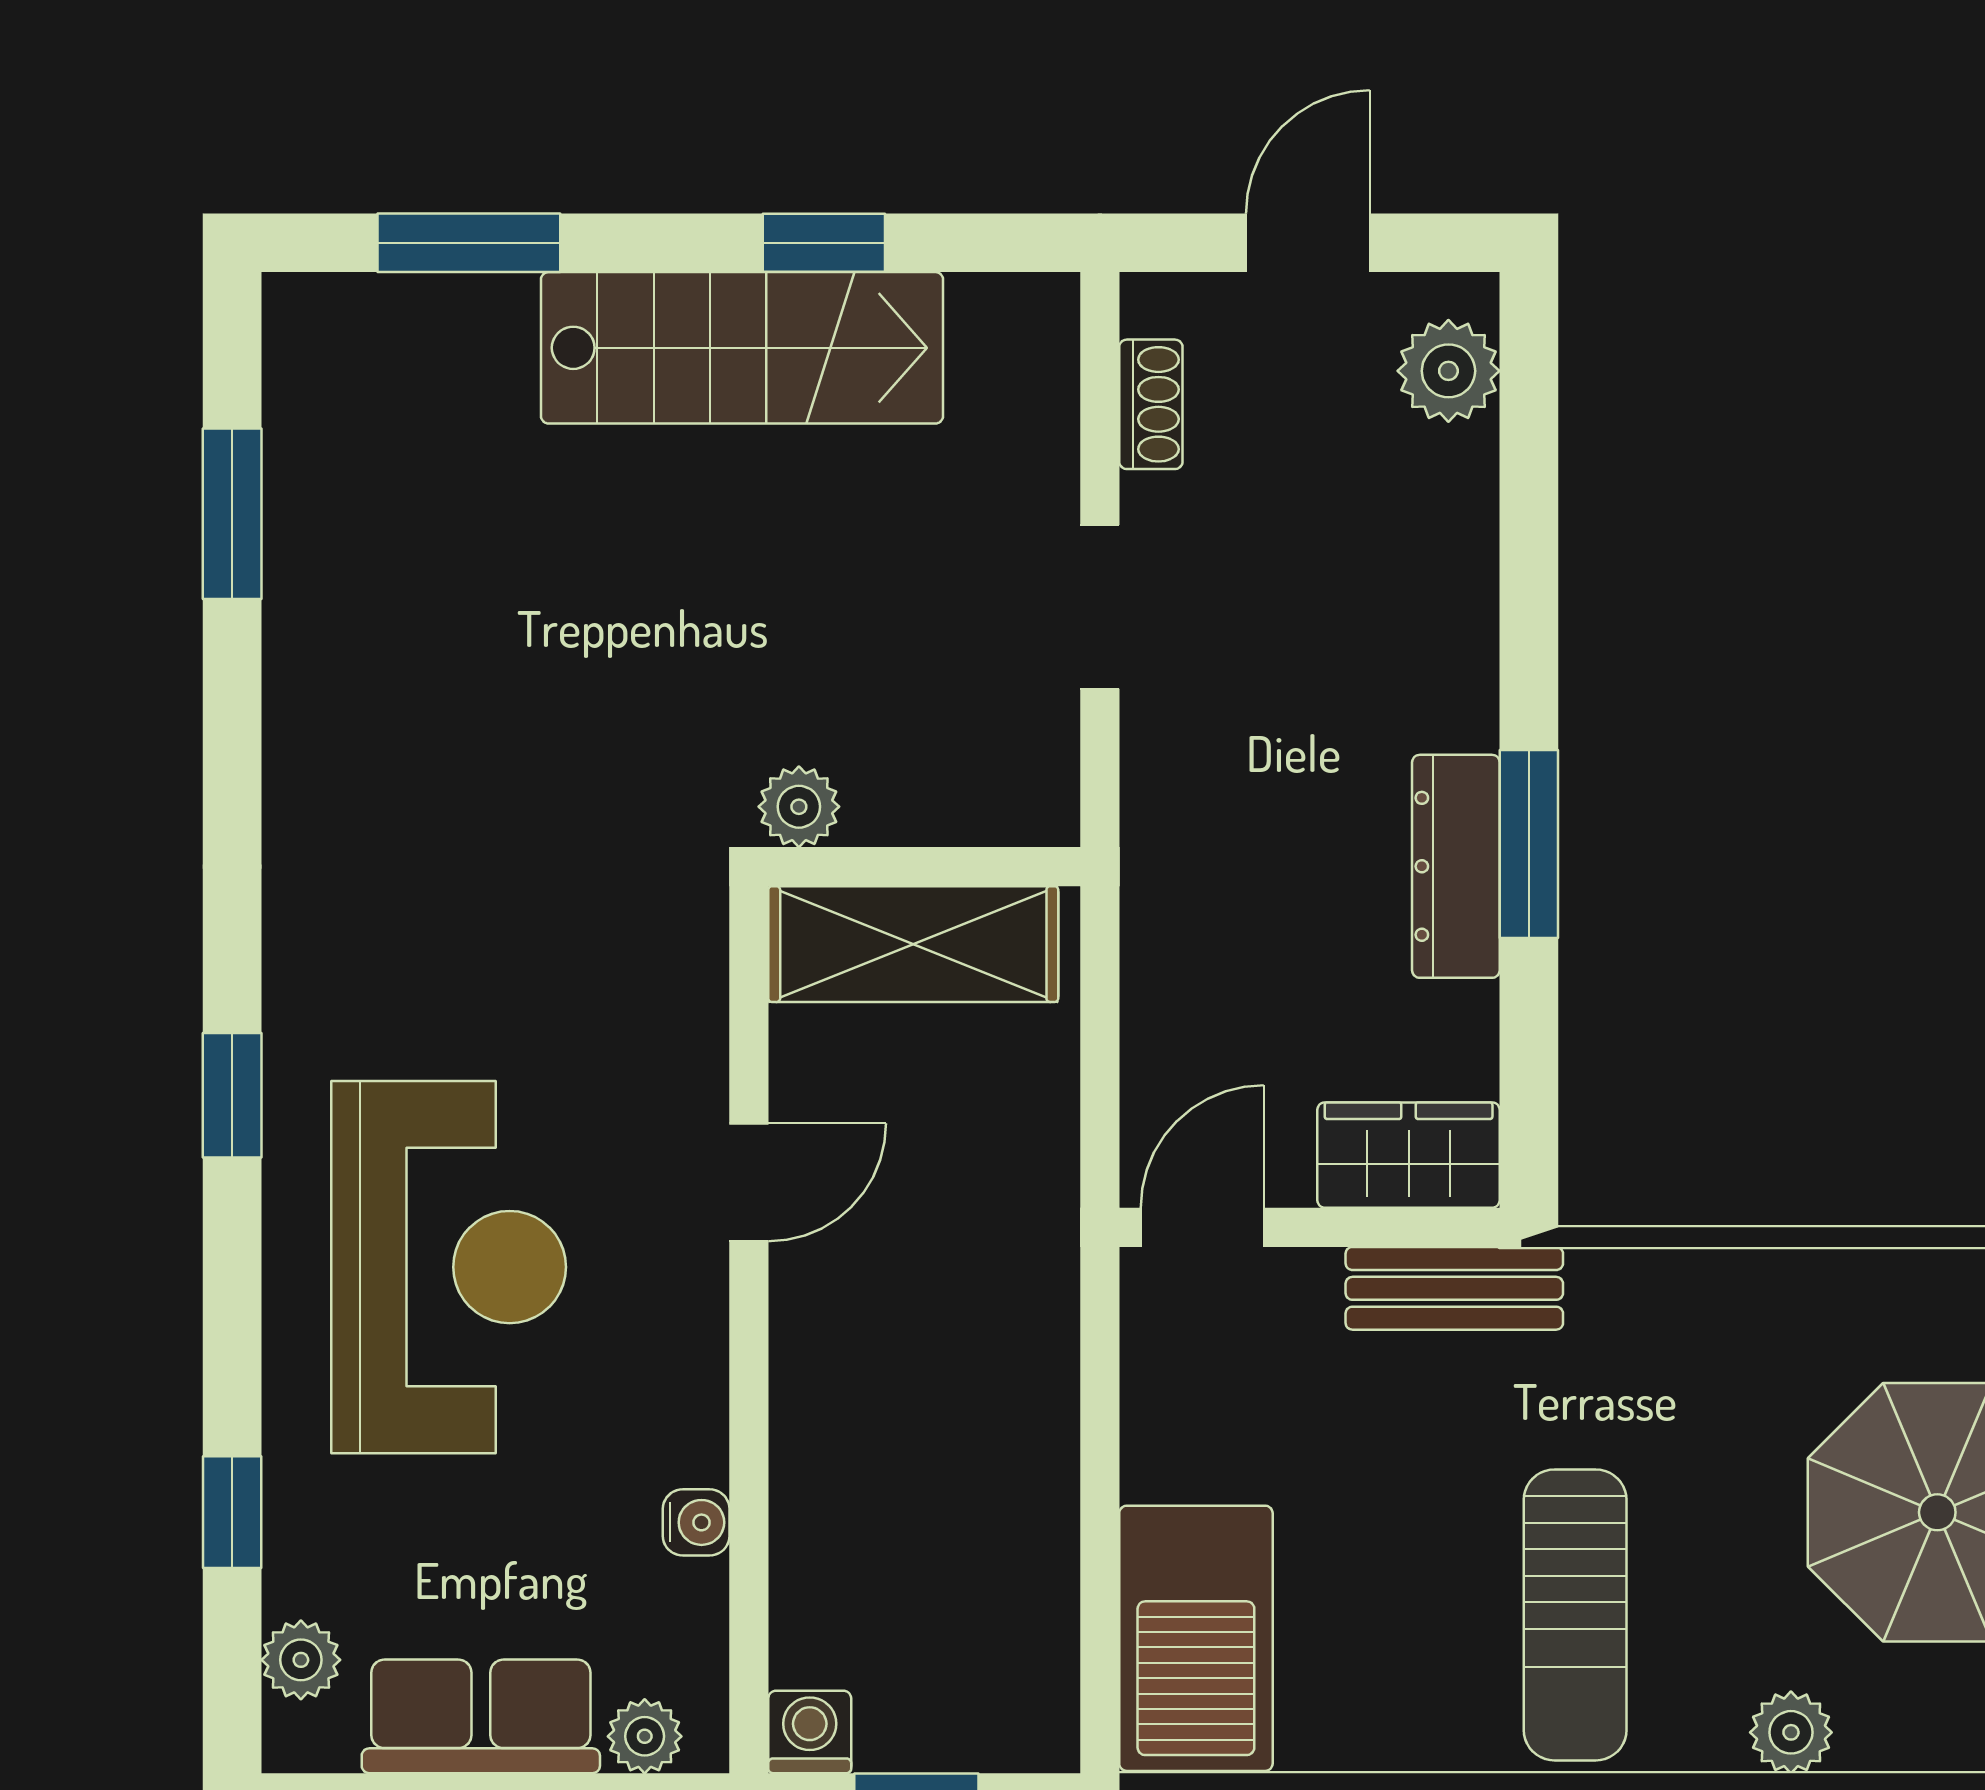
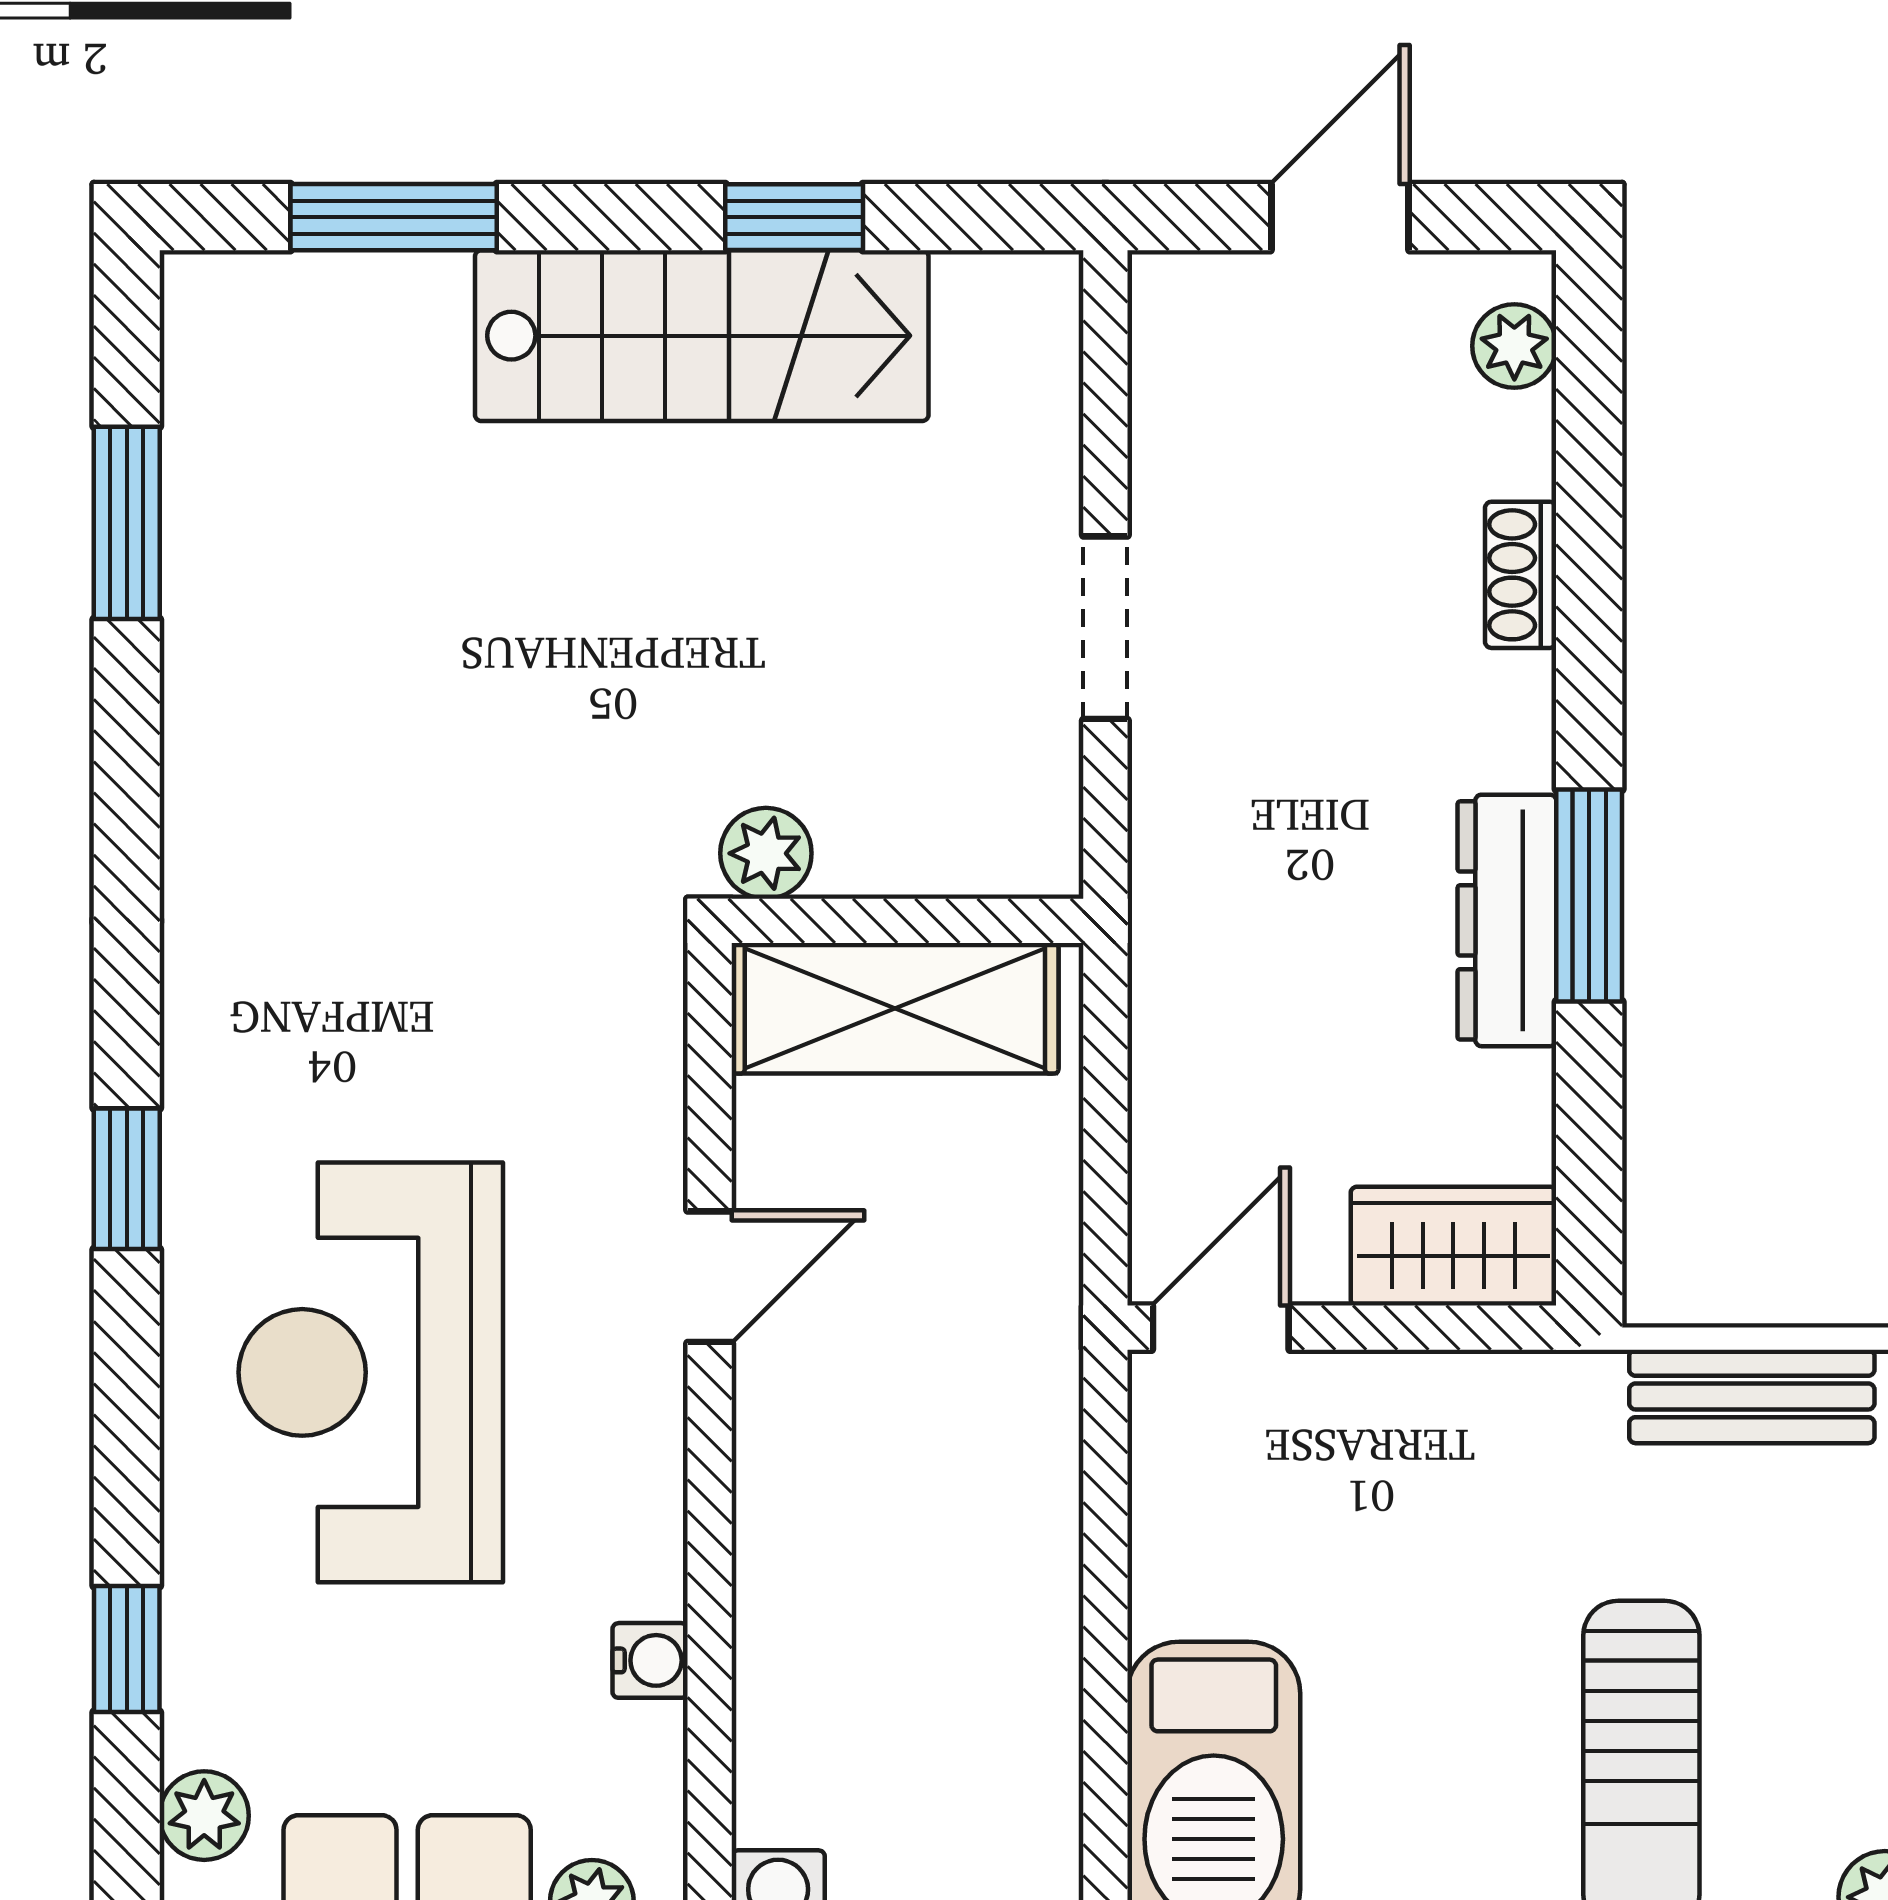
plant: (1448, 371) -> (1514, 346), width x0.73, depth x0.73
shoe rack: (1151, 404) -> (1521, 575), moved, turned 180
reception desk: (449, 1267) -> (371, 1372), turned 180
bench: (1454, 1288) -> (1752, 1396), moved

